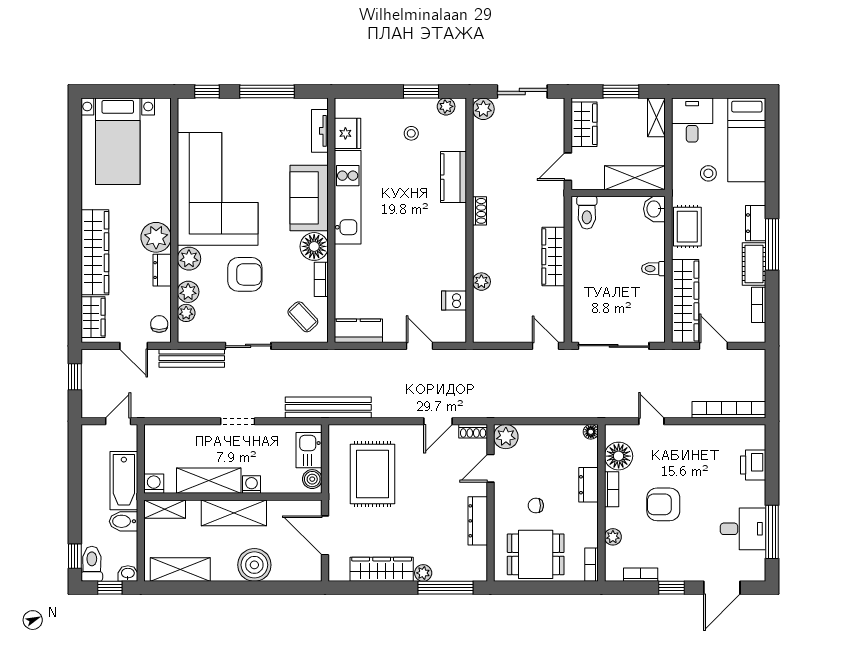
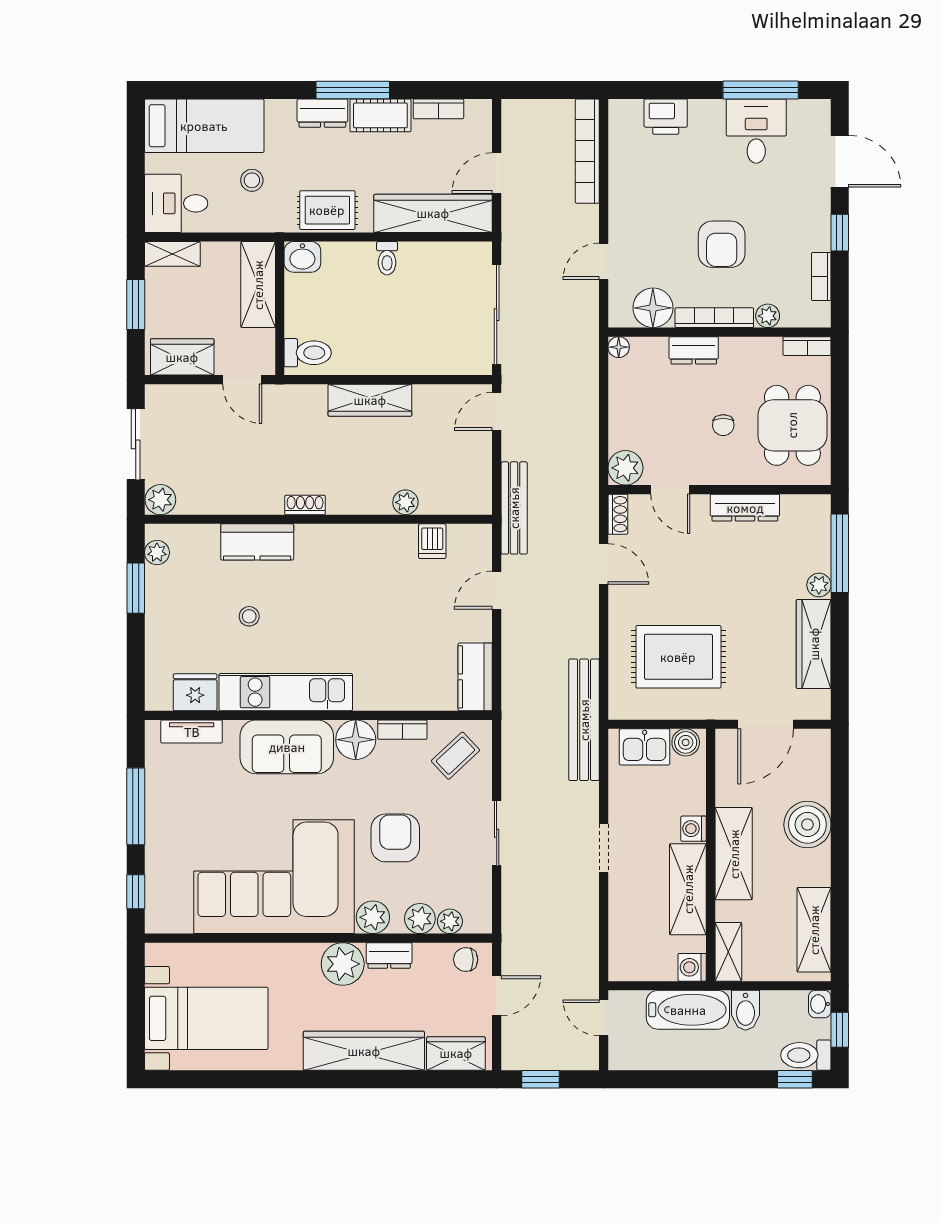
stool: (411, 133) -> (249, 616), moved
bench: (192, 358) -> (514, 508), moved
bookcase: (612, 489) -> (714, 318), width x1.56

